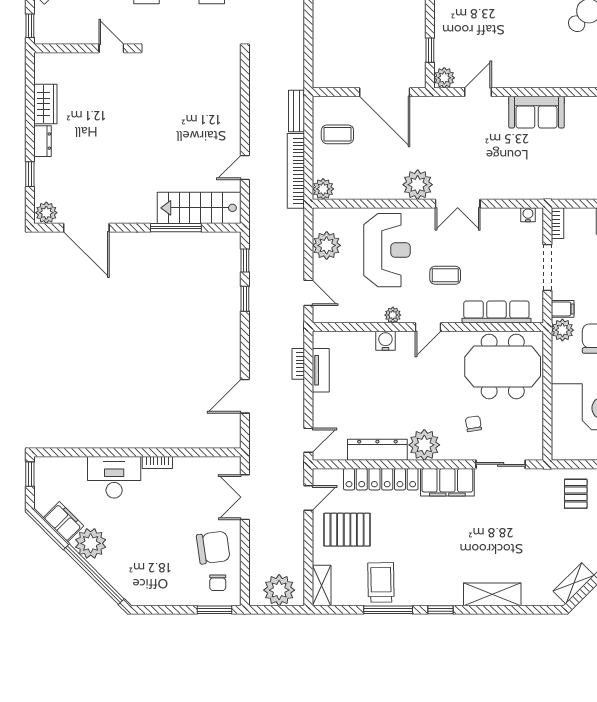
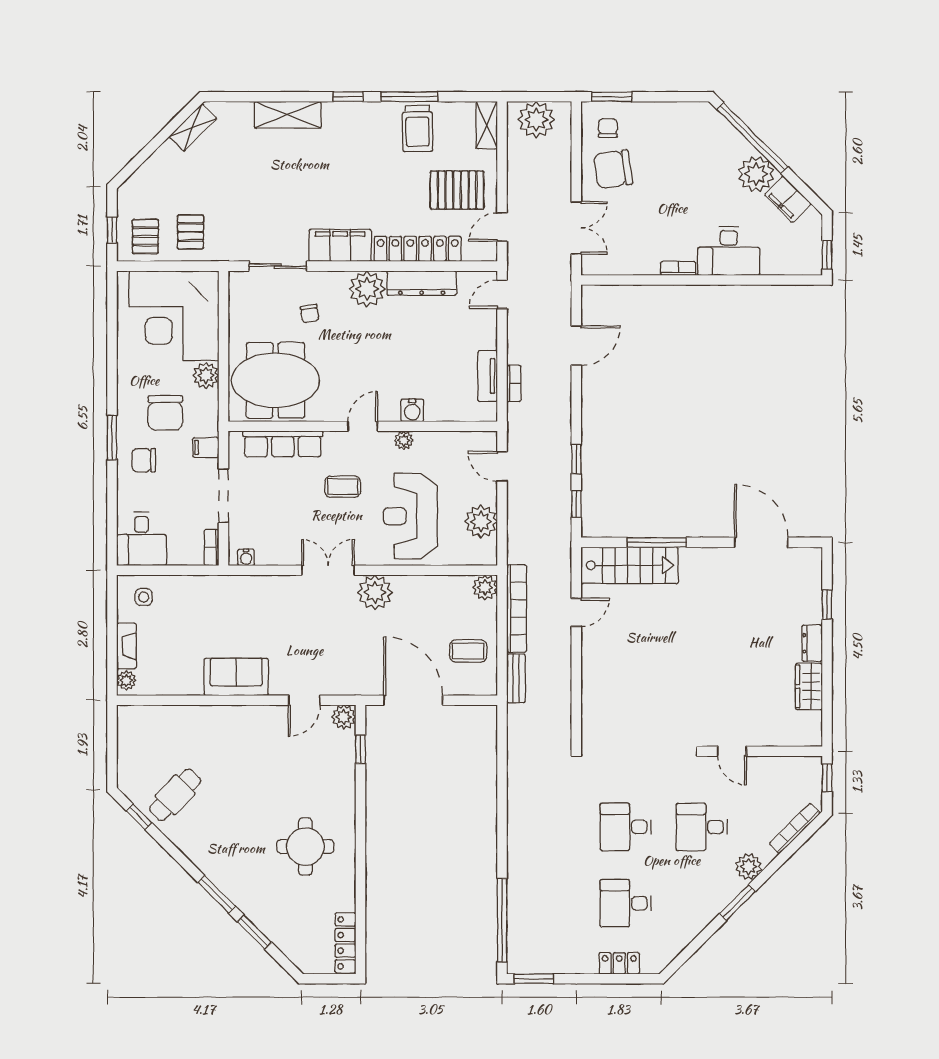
plant: (46, 213) -> (808, 560), removed
plant: (562, 330) -> (206, 375), moved

